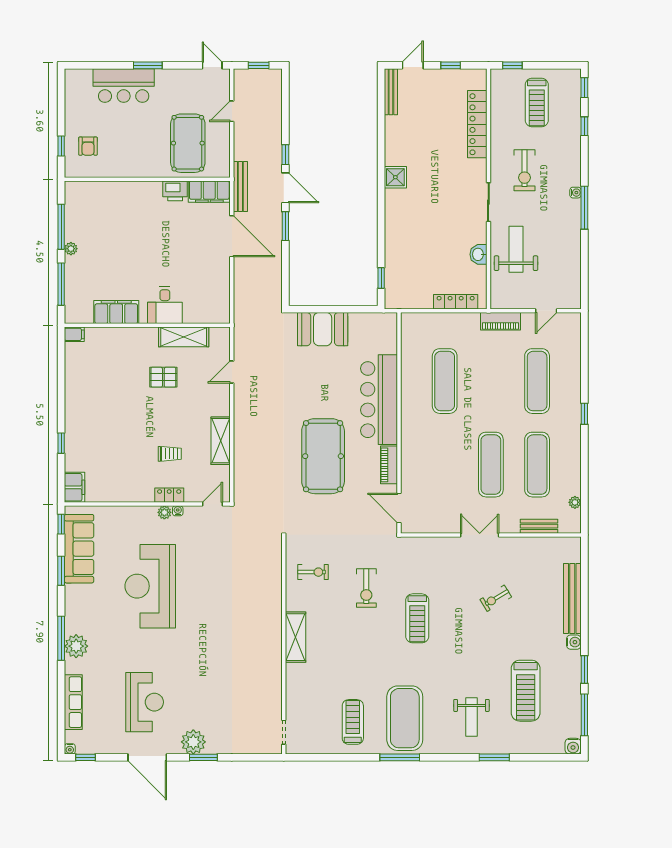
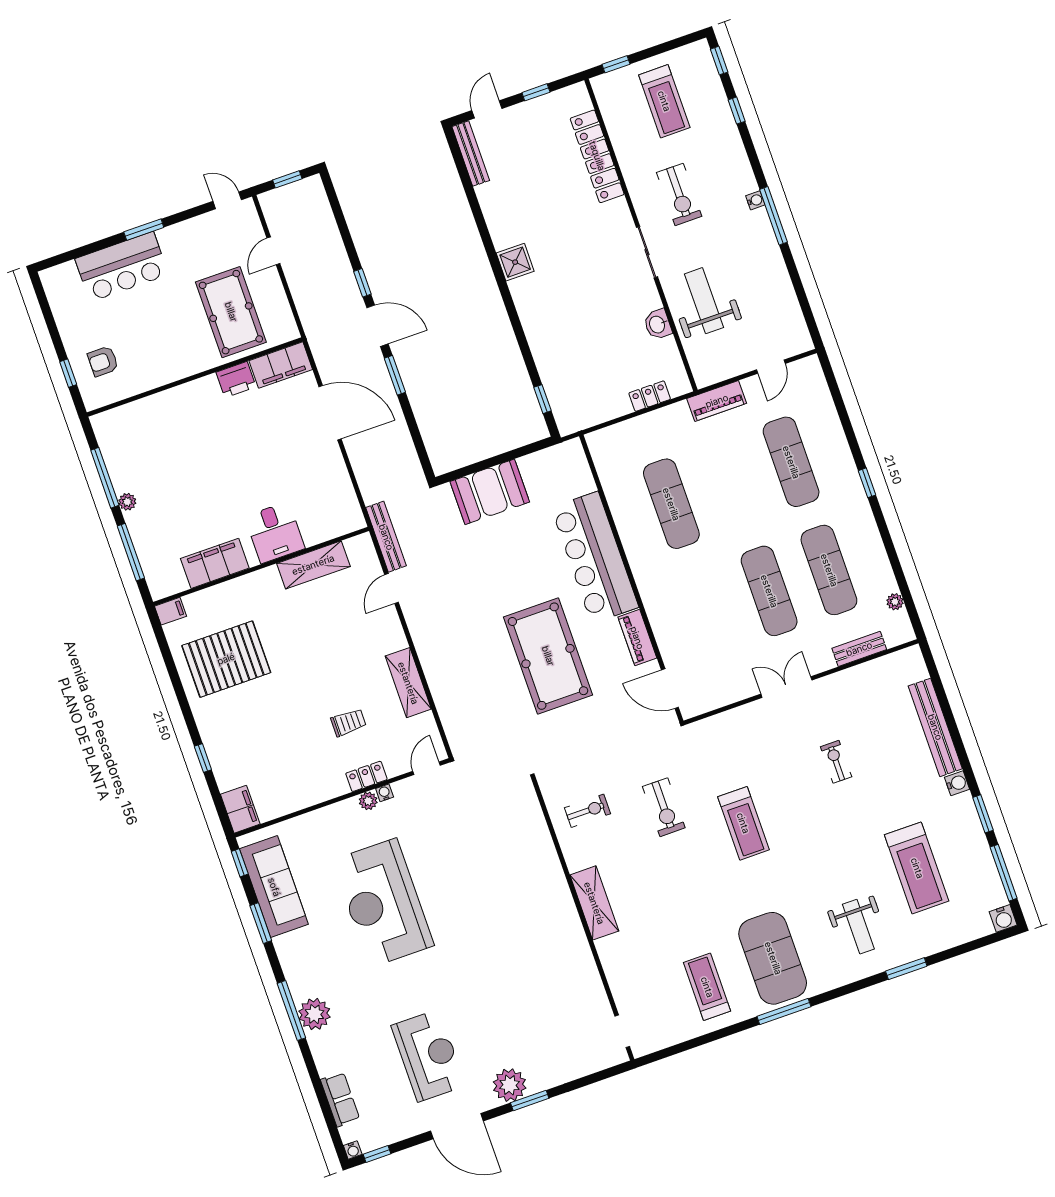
armchair: (88, 146) -> (103, 361), turned 90
bench: (240, 186) -> (386, 537), moved
locker: (456, 302) -> (650, 396), width x0.66
pallet: (163, 377) -> (226, 659), moved, width x2.05, depth x2.00
exercise bike: (496, 598) -> (836, 762), turned 121
row of seats: (73, 702) -> (340, 1099), width x0.68

